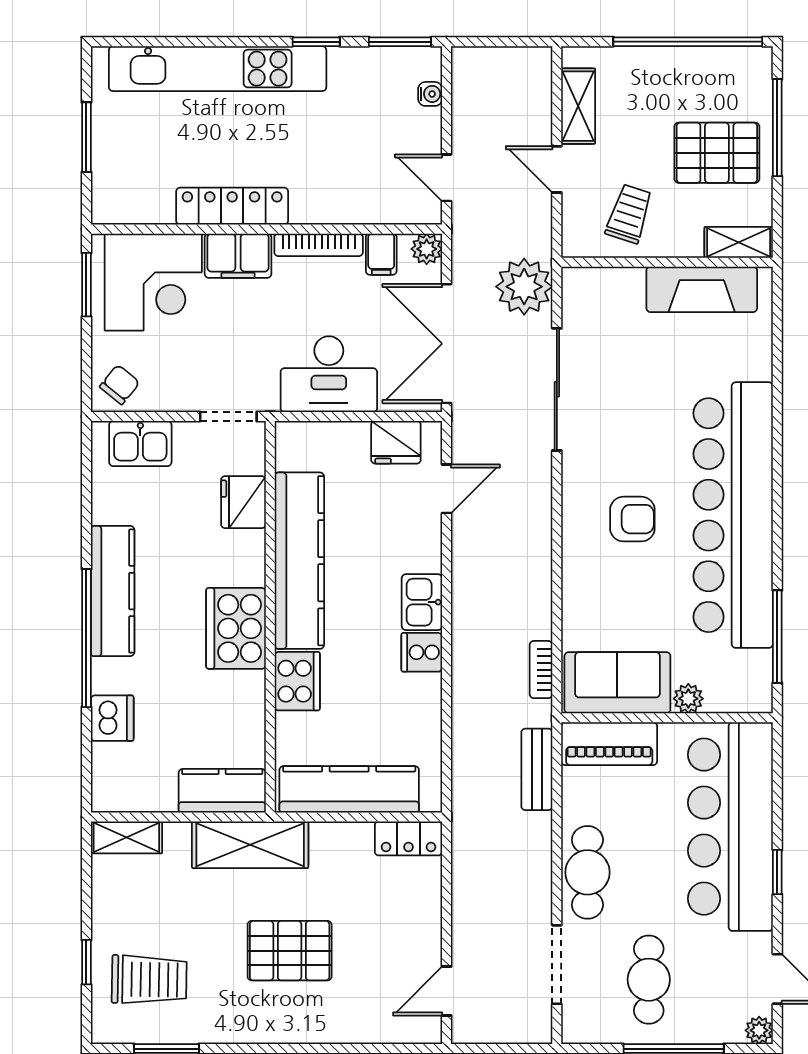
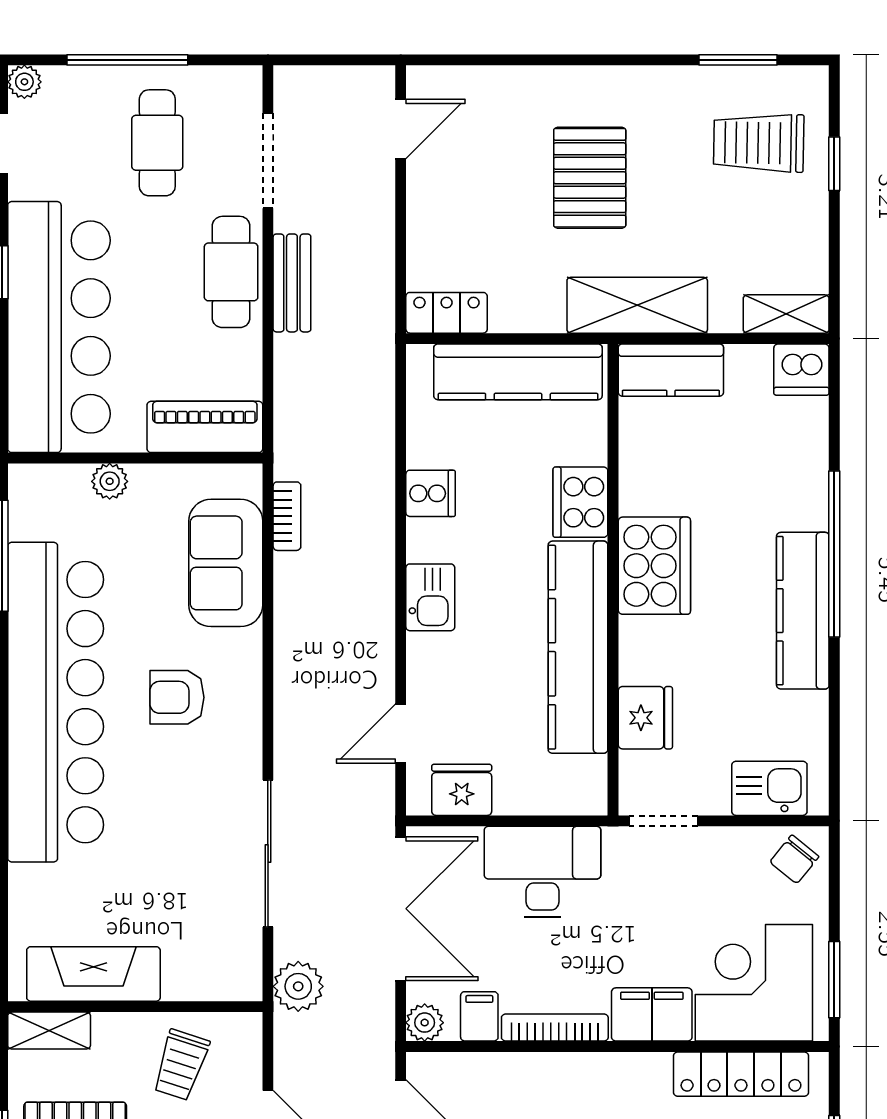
locker: (232, 206) -> (741, 1074), moved
plant: (524, 287) -> (298, 986), width x0.73, depth x0.73
cooker: (422, 652) -> (431, 493), moved
sofa: (617, 683) -> (226, 563), moved, turned 90
dishwasher: (112, 718) -> (801, 370), moved, turned -90
bench: (537, 769) -> (292, 283), moved
pallet: (290, 951) -> (590, 178), turned 90

